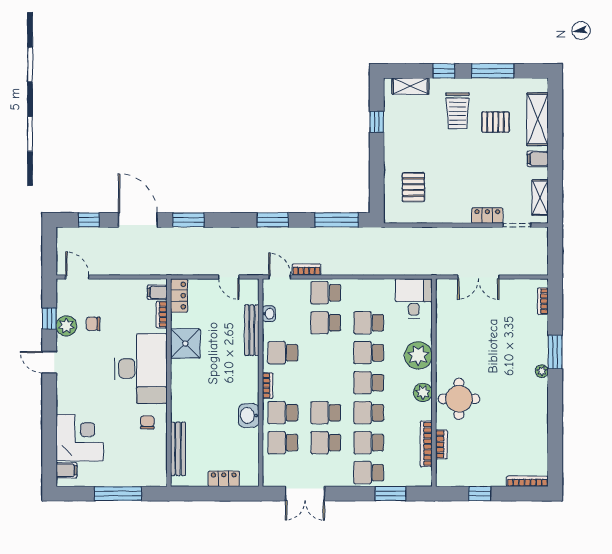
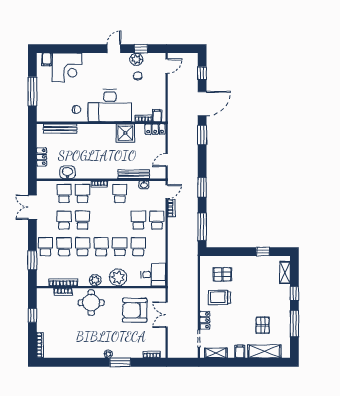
trolley: (458, 111) -> (219, 297), moved
armchair: (471, 328) -> (135, 310), added
washbasin: (249, 415) -> (67, 172), moved

